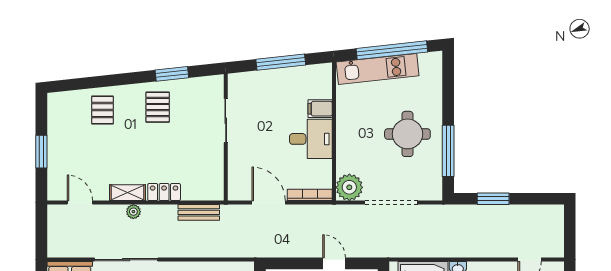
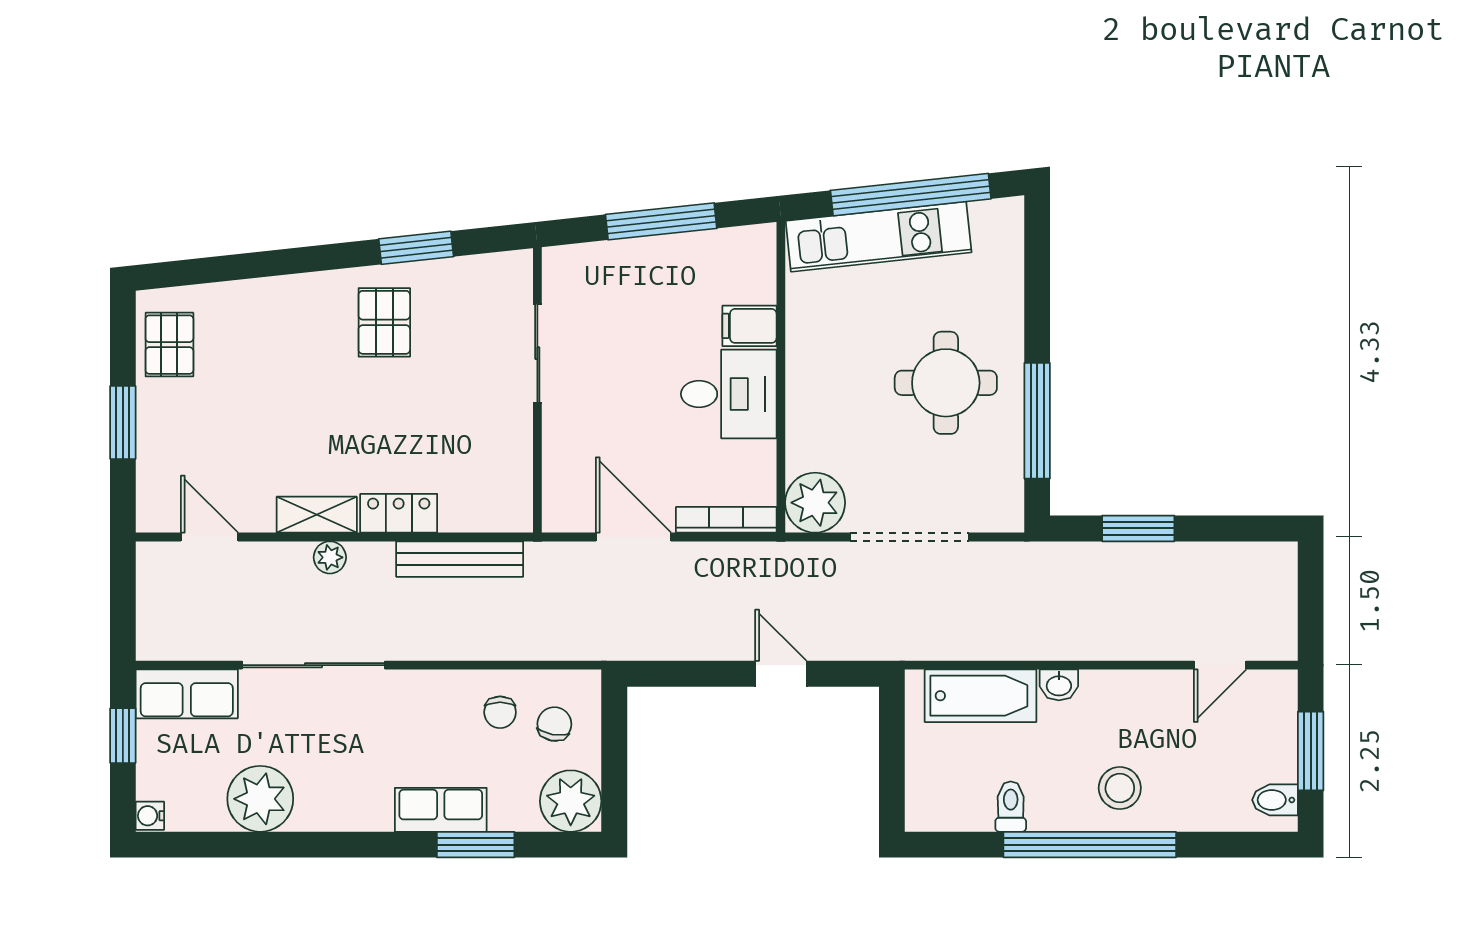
pallet: (102, 110) -> (169, 345), moved
bench: (199, 212) -> (460, 559), width x1.36

